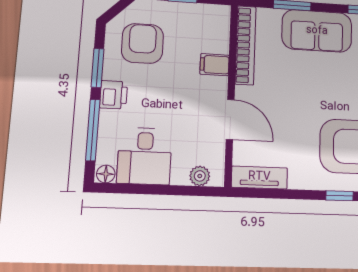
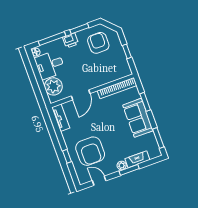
armchair: (142, 43) -> (98, 43), turned -90
filing cabinet: (215, 65) -> (102, 78), removed
plant: (200, 176) -> (53, 86), width x1.87, depth x1.87

